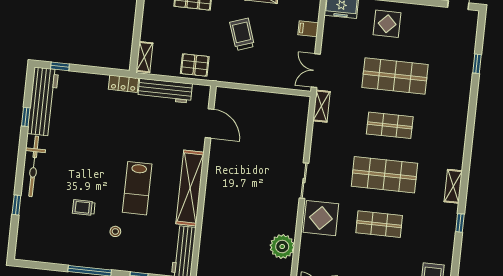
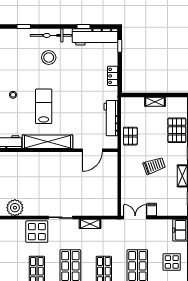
filing cabinet: (308, 29) -> (152, 210), moved
shelving: (144, 57) -> (155, 102), moved
locker: (123, 84) -> (113, 76), moved
shelving: (321, 106) -> (90, 224), moved
stool: (66, 173) -> (49, 57), added
lab bench: (137, 188) -> (44, 106), turned 90
trolley: (84, 207) -> (27, 72), removed

